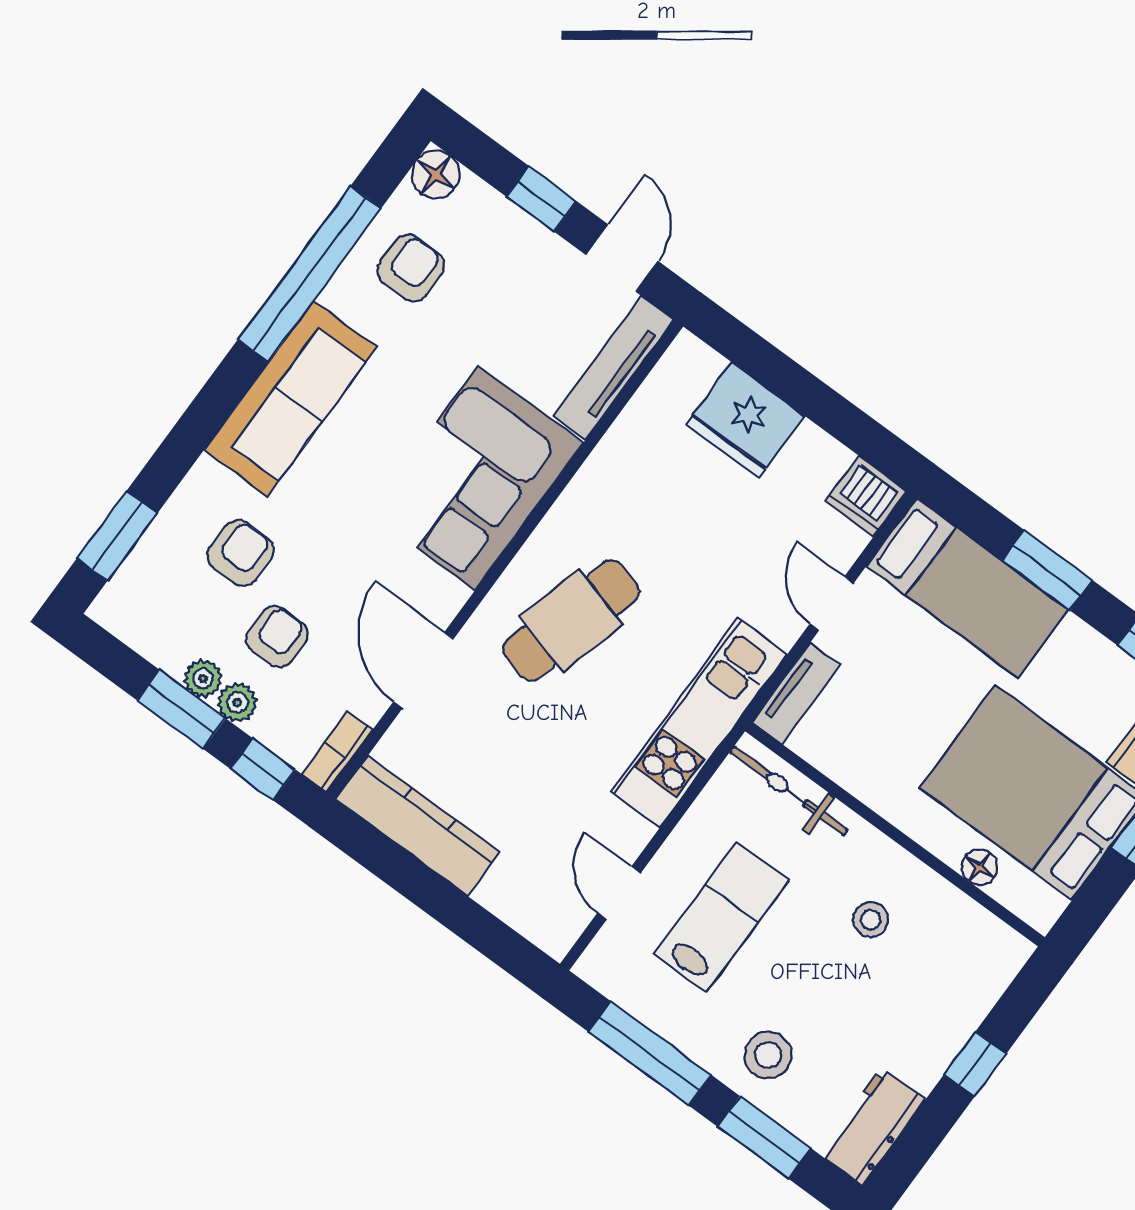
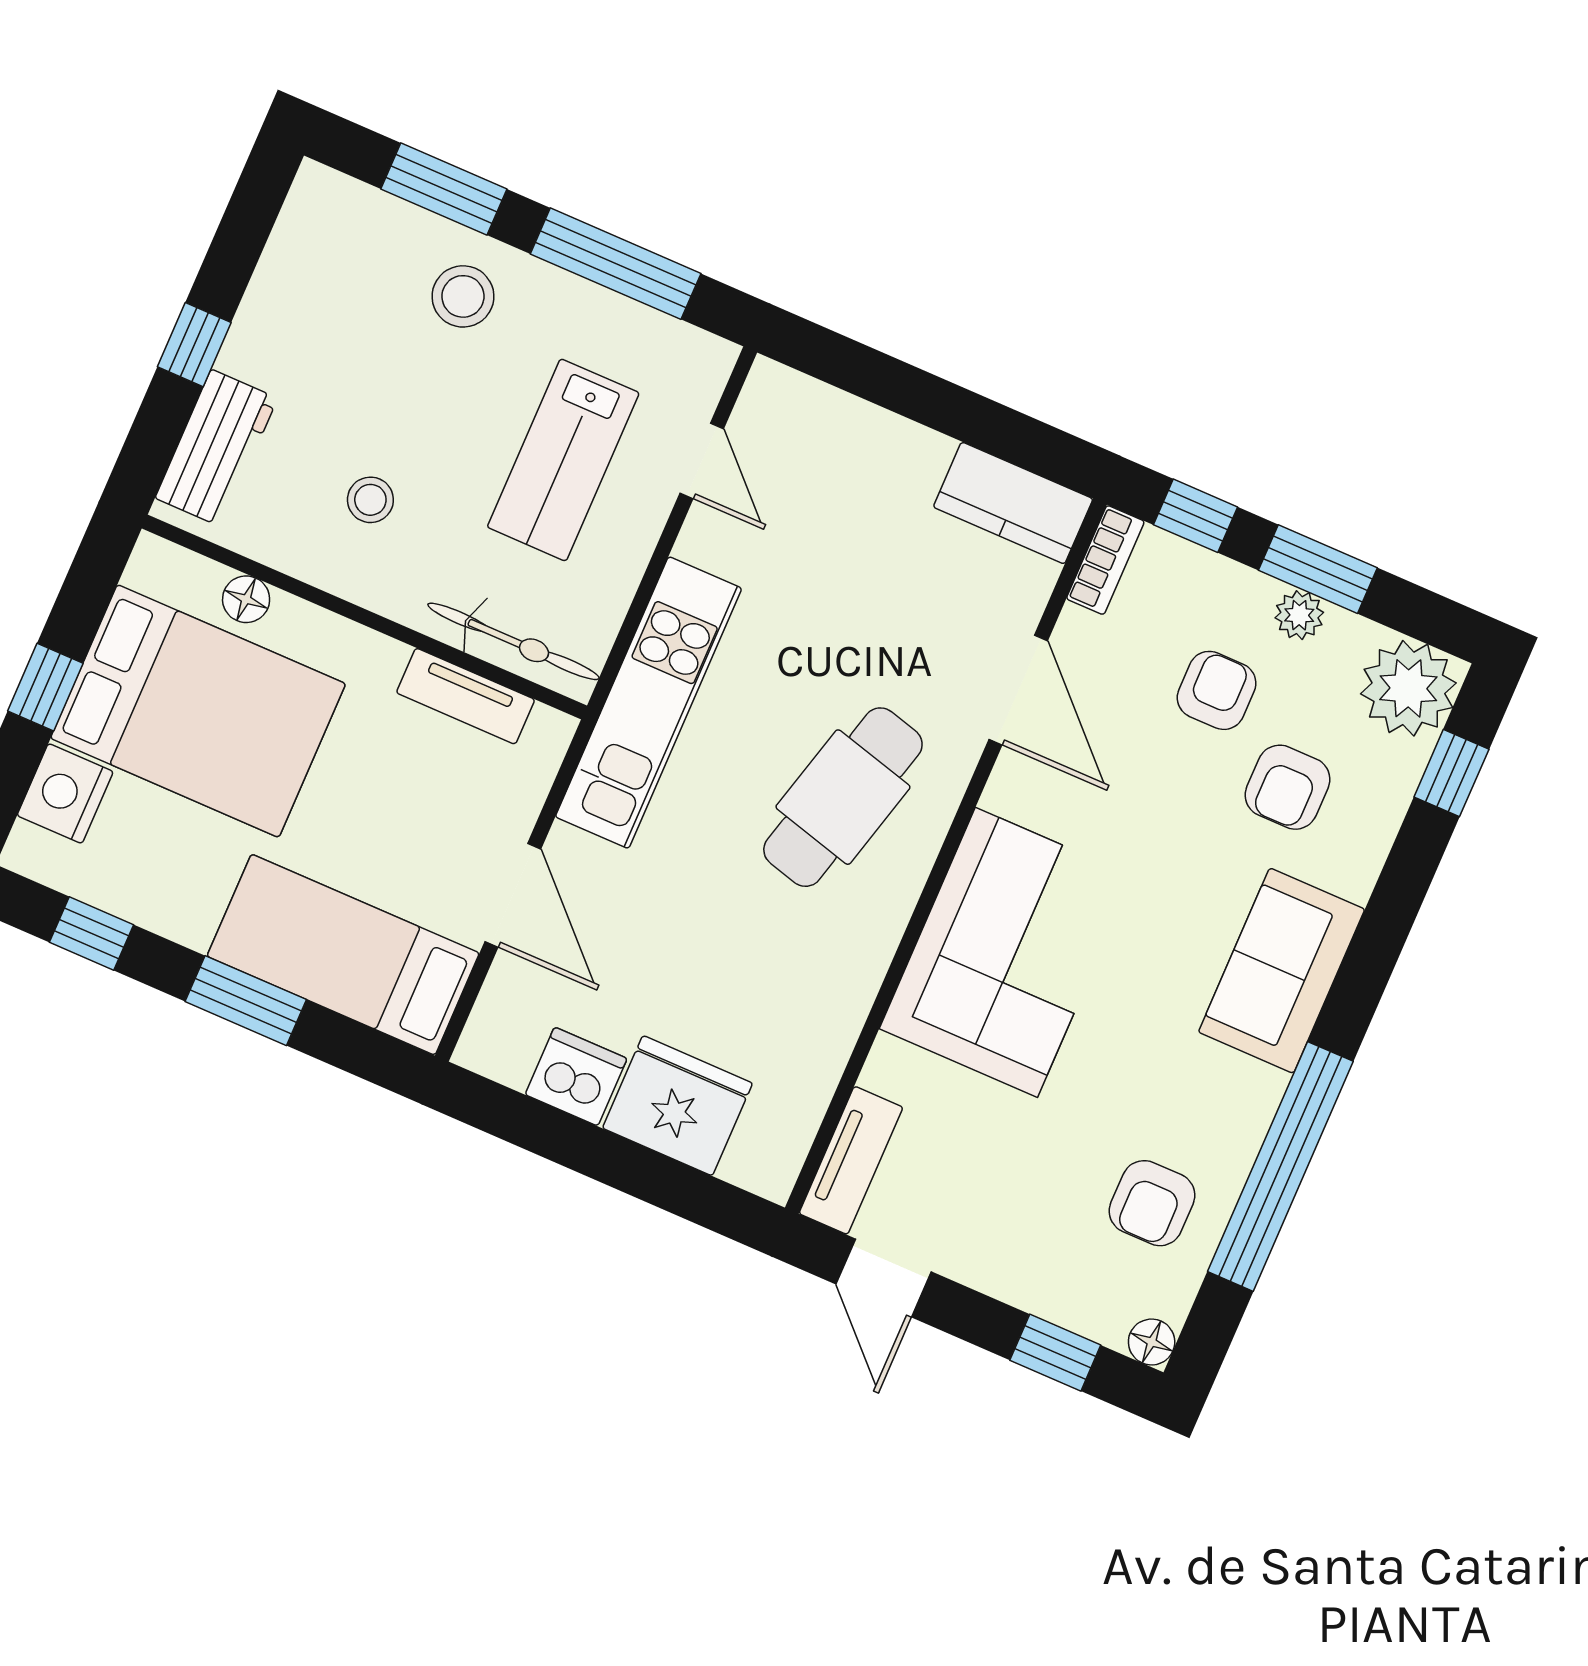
floor lamp: (436, 175) -> (1152, 1342), width x0.73, depth x0.73
window: (542, 199) -> (1055, 1353), moved
tv unit: (613, 368) -> (851, 1160), width x0.71
sofa: (290, 399) -> (1282, 971), width x0.73
dishwasher: (866, 496) -> (576, 1076), moved
window: (117, 536) -> (1451, 773), width x0.67
door: (832, 603) -> (513, 895), width x1.38
armchair: (277, 637) -> (1217, 690), turned 180
tv unit: (796, 693) -> (466, 696), moved, turned -90
plant: (237, 703) -> (1408, 688), moved, width x1.87, depth x1.87
kitchen counter: (418, 826) -> (1013, 503), width x0.67
workbench: (872, 1126) -> (216, 448), moved

